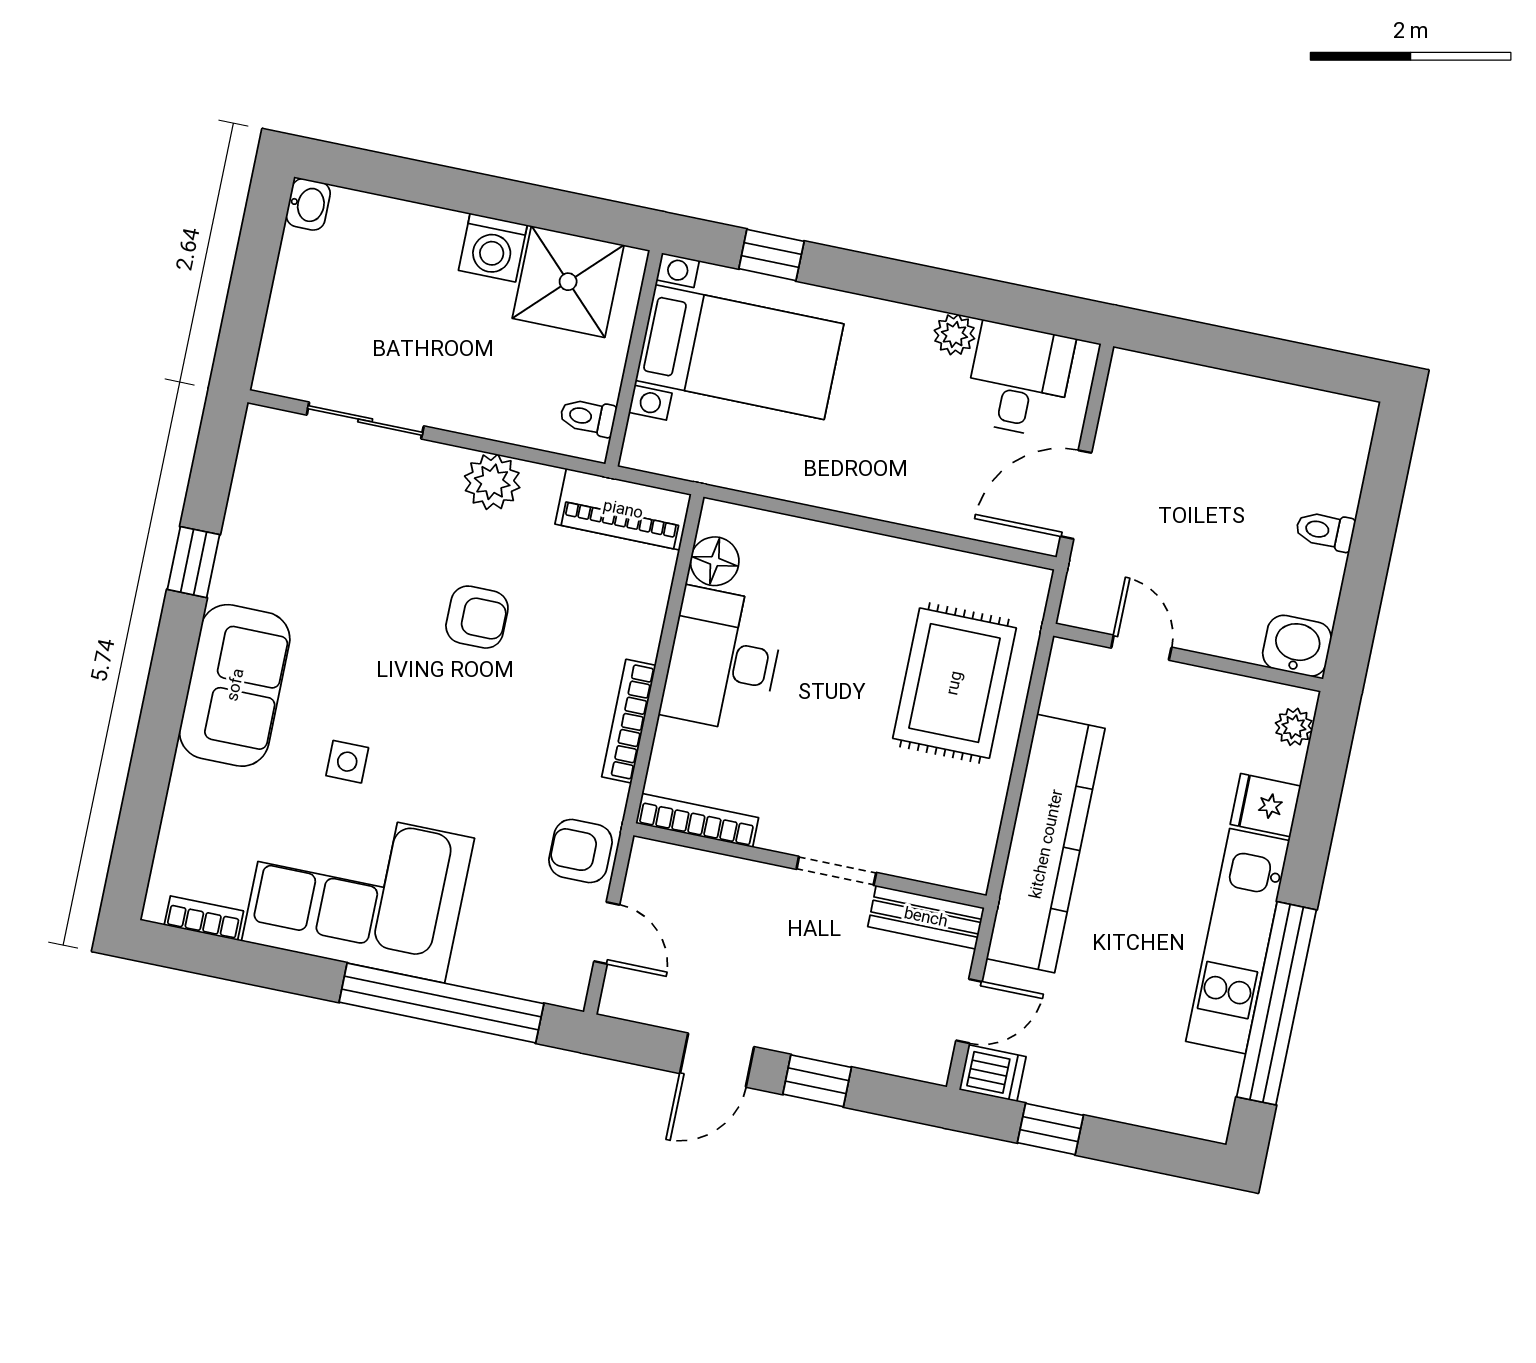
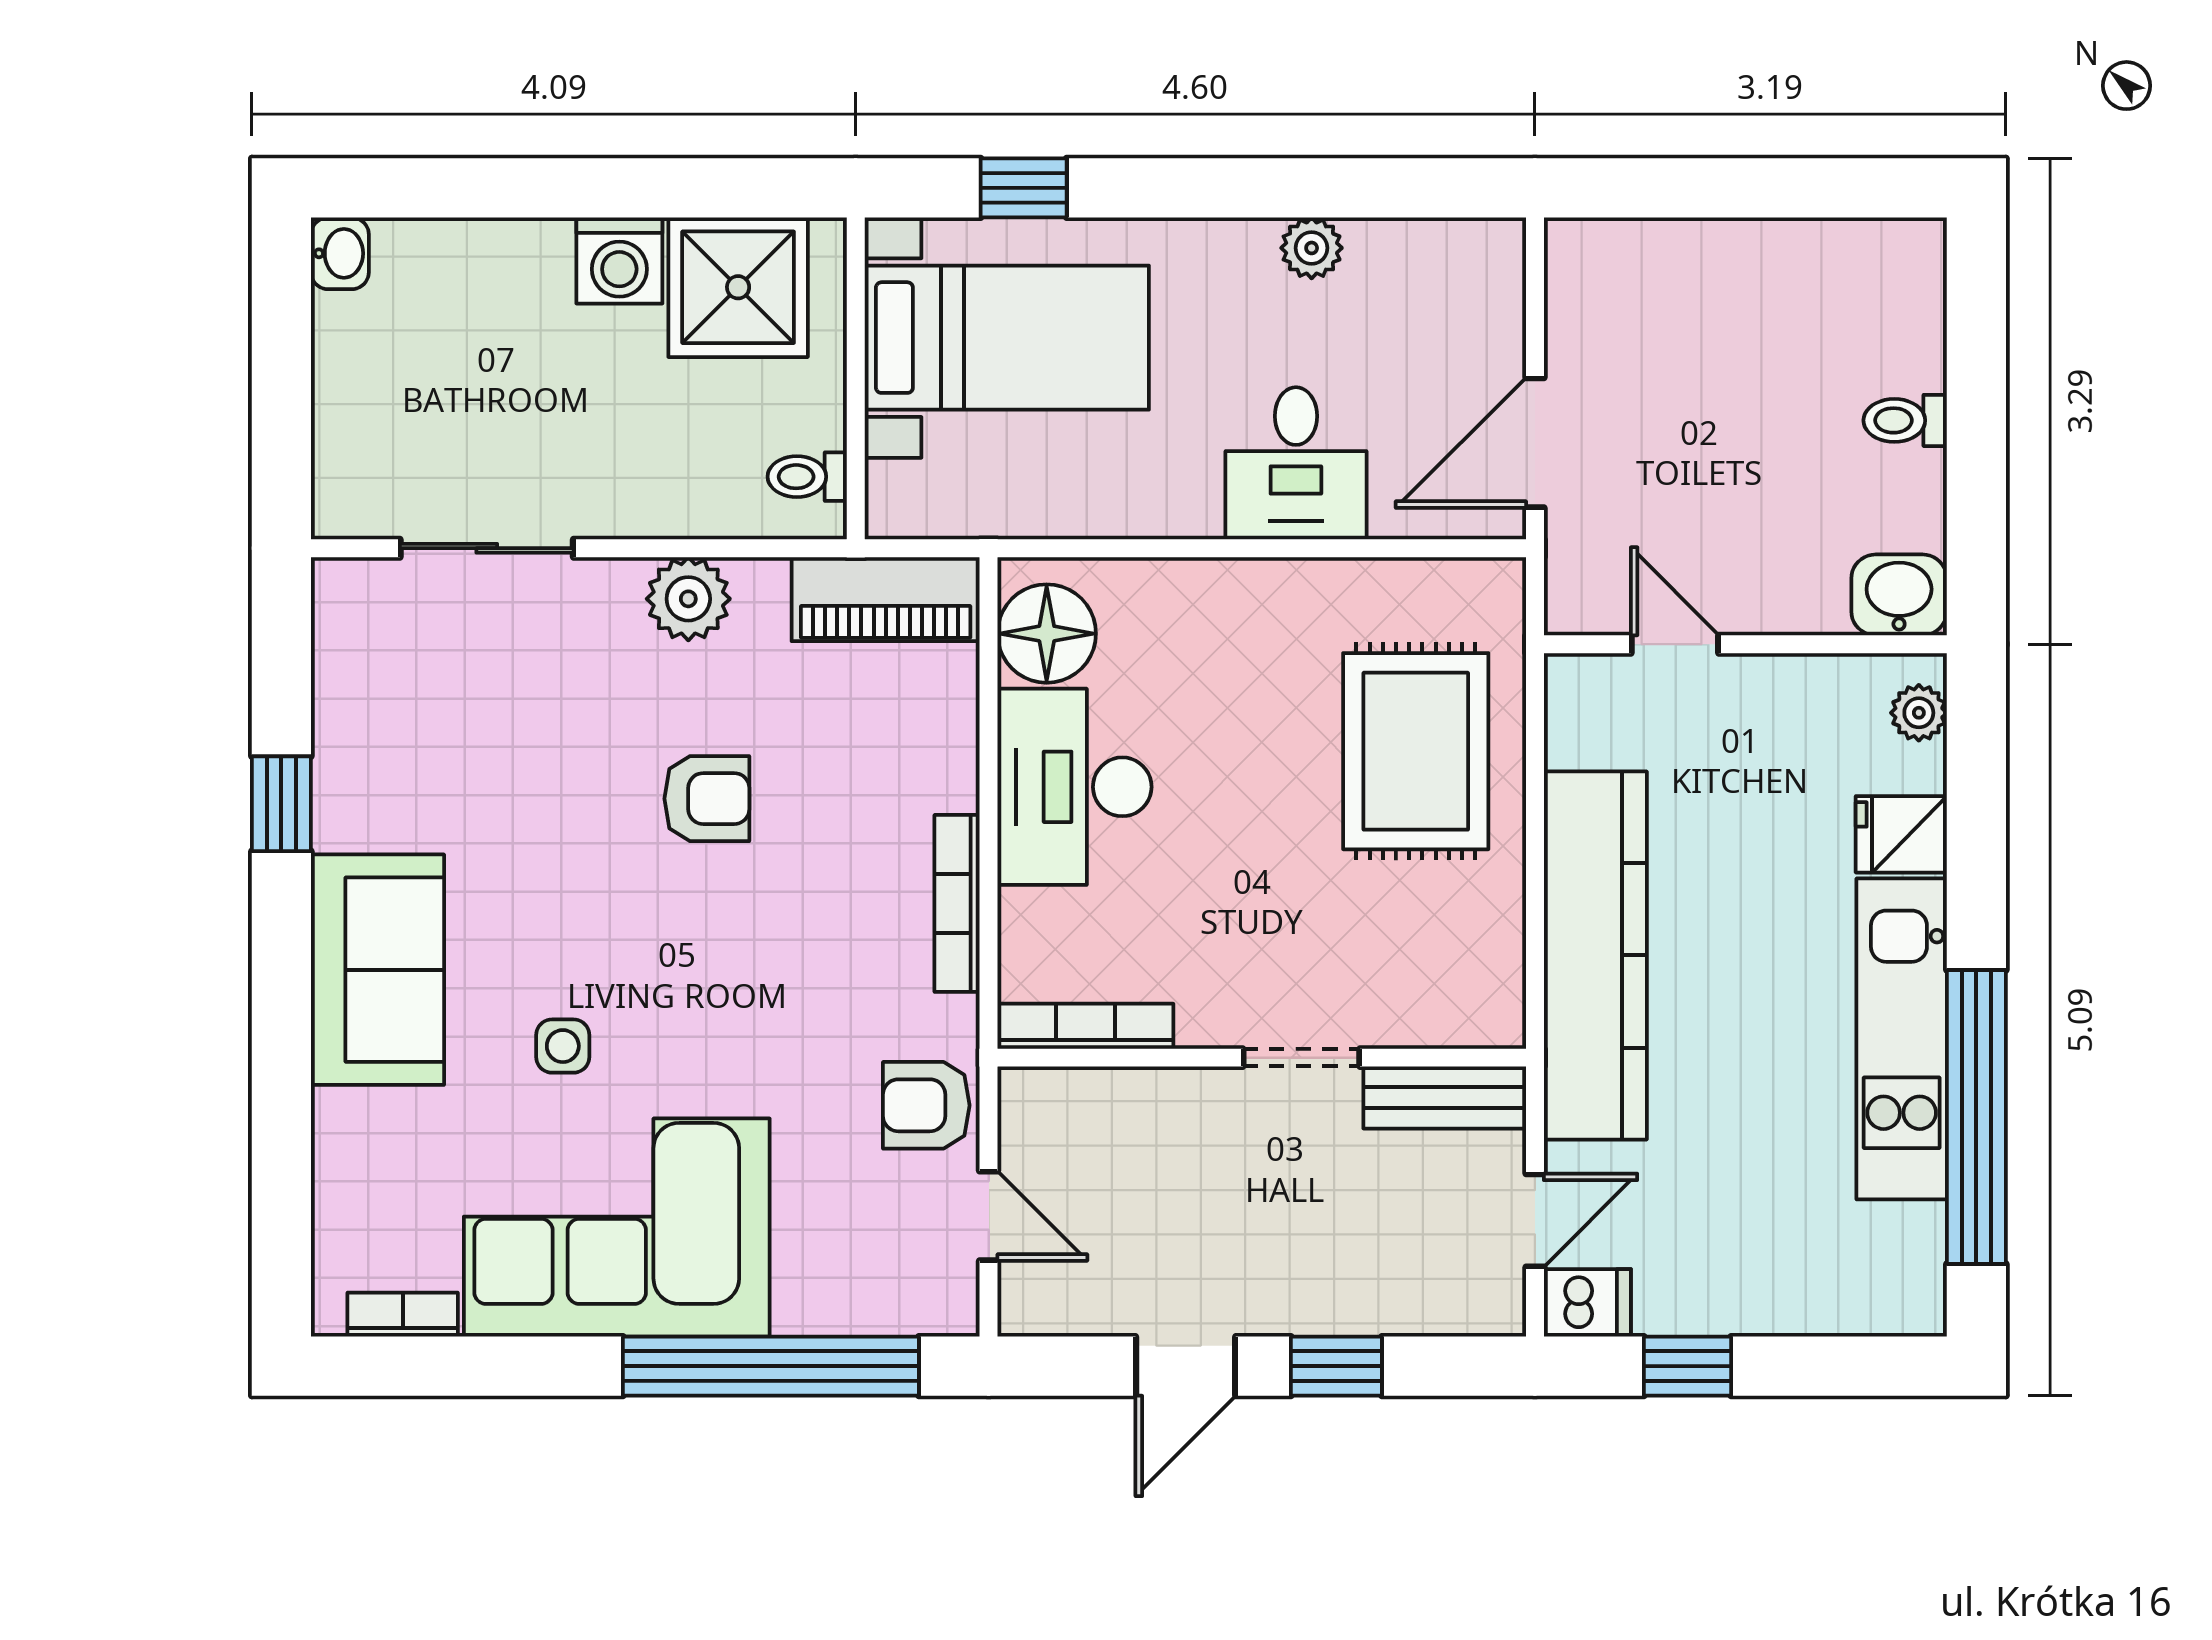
desk: (1019, 379) -> (1296, 463), moved, turned 180
floor lamp: (715, 561) -> (1047, 634), width x1.38, depth x1.38

